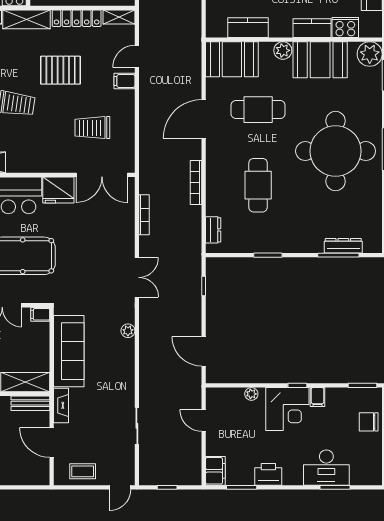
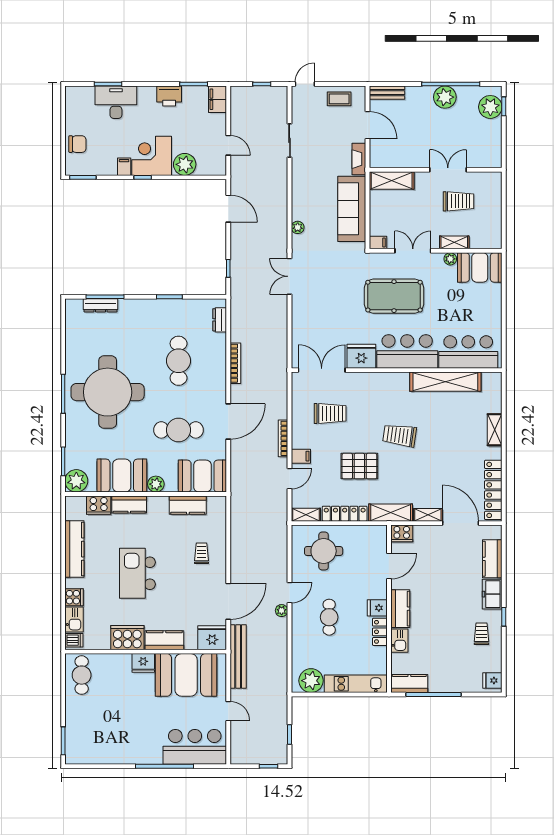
bookcase: (144, 215) -> (283, 438), moved
plant: (251, 394) -> (185, 164), width x1.88, depth x1.88
bench: (30, 403) -> (387, 93), moved

